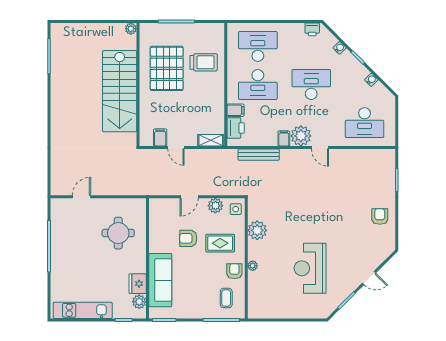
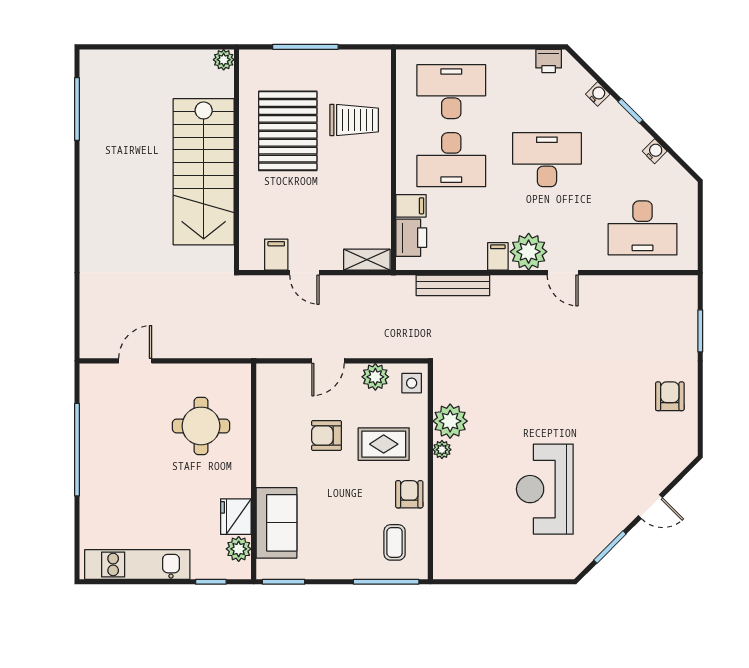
plant: (253, 266) -> (442, 450), moved
sofa: (160, 280) -> (276, 523), width x0.73

